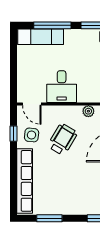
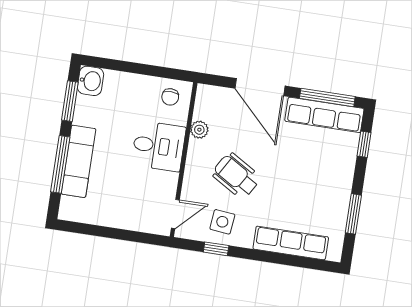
exam couch: (41, 37) -> (78, 161), moved
desk: (62, 87) -> (159, 146), moved
row of seats: (25, 181) -> (291, 243), width x0.73

